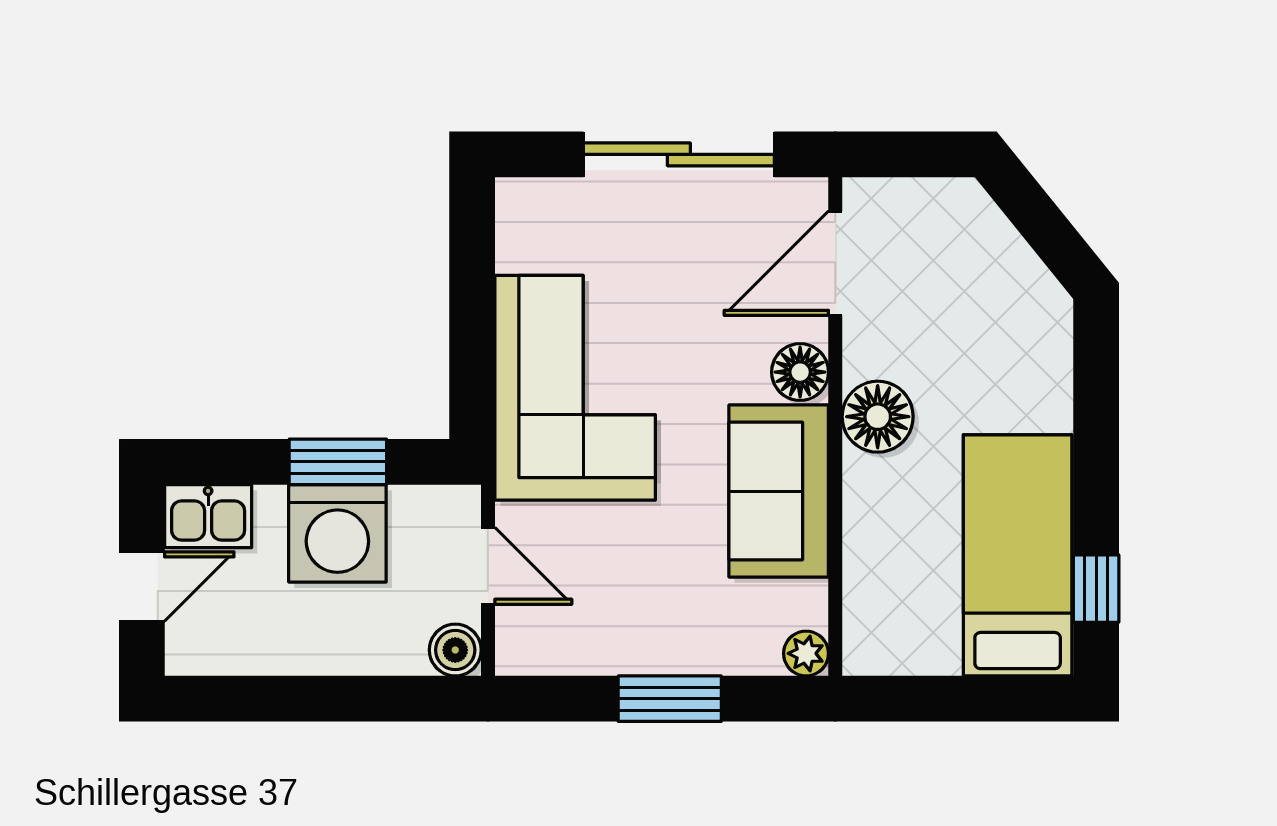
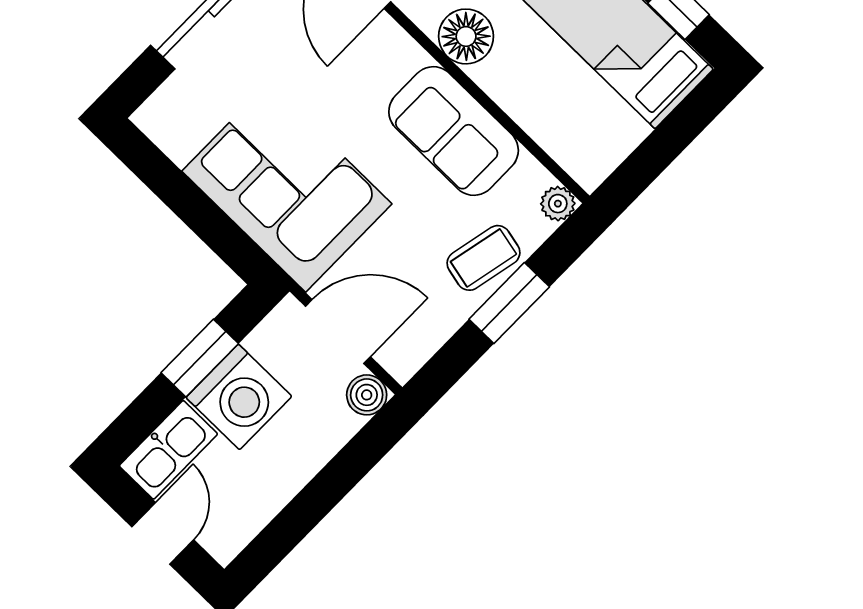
floor lamp: (800, 372) -> (400, 55), removed
kitchen sink: (208, 516) -> (168, 450), width x1.38
door: (488, 566) -> (338, 331), width x1.38
coffee table: (688, 634) -> (483, 258), added

